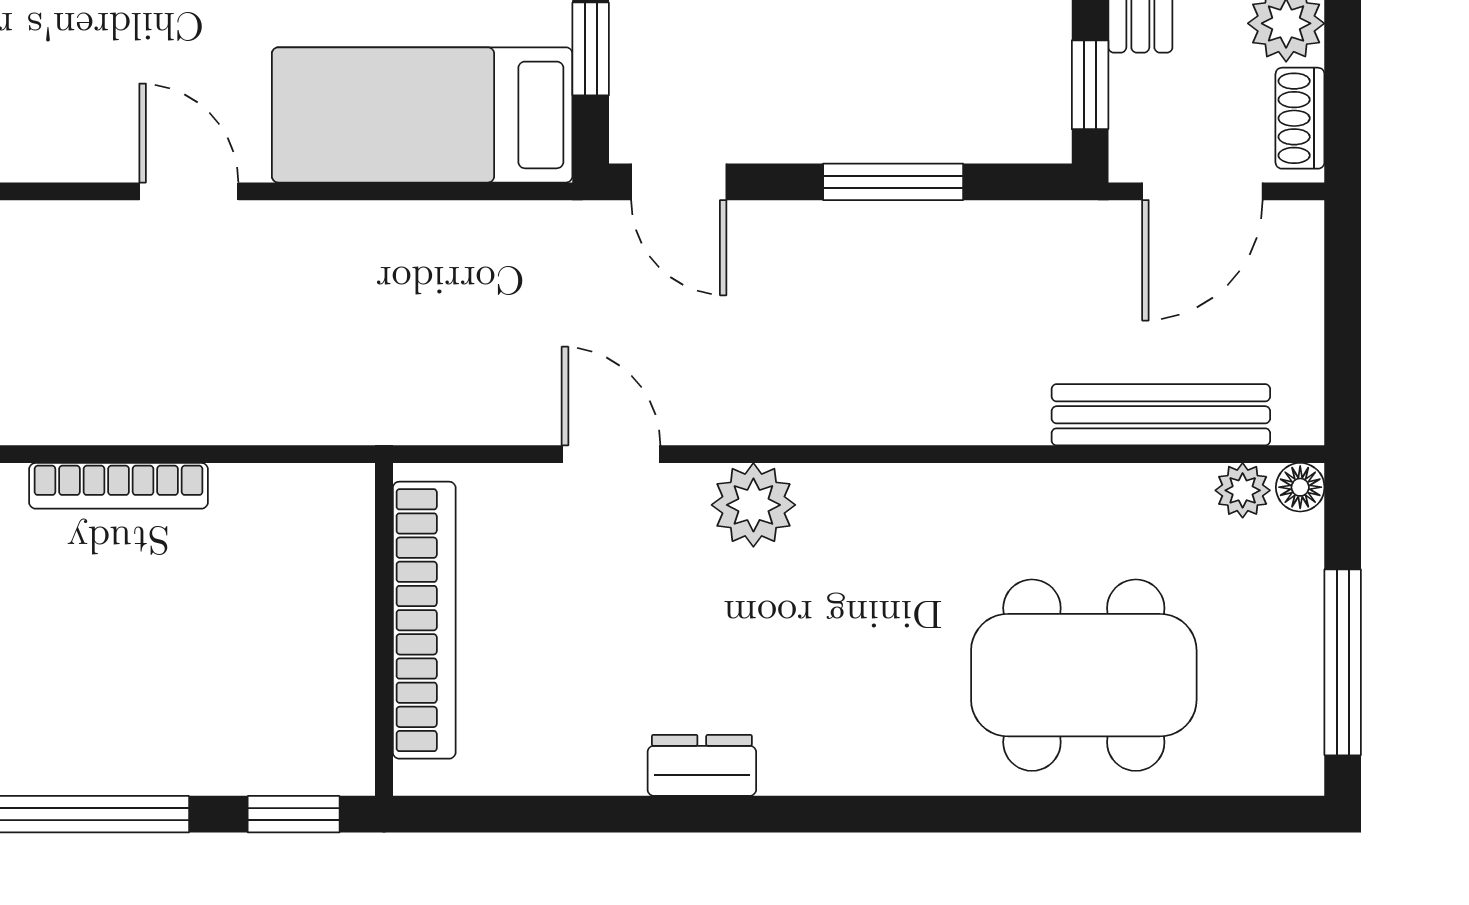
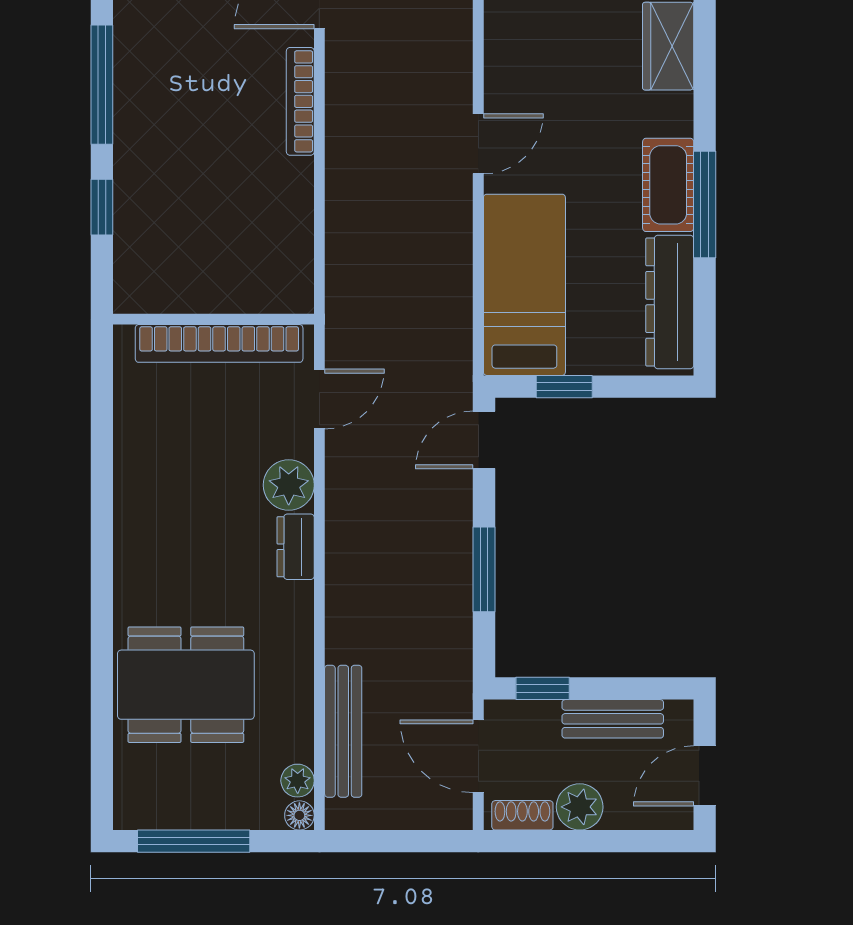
bookcase: (424, 620) -> (219, 343), moved
wall: (384, 629) -> (214, 319), moved
dining table: (1084, 675) -> (186, 685), turned 90
dresser: (702, 765) -> (296, 547), moved, turned 180

